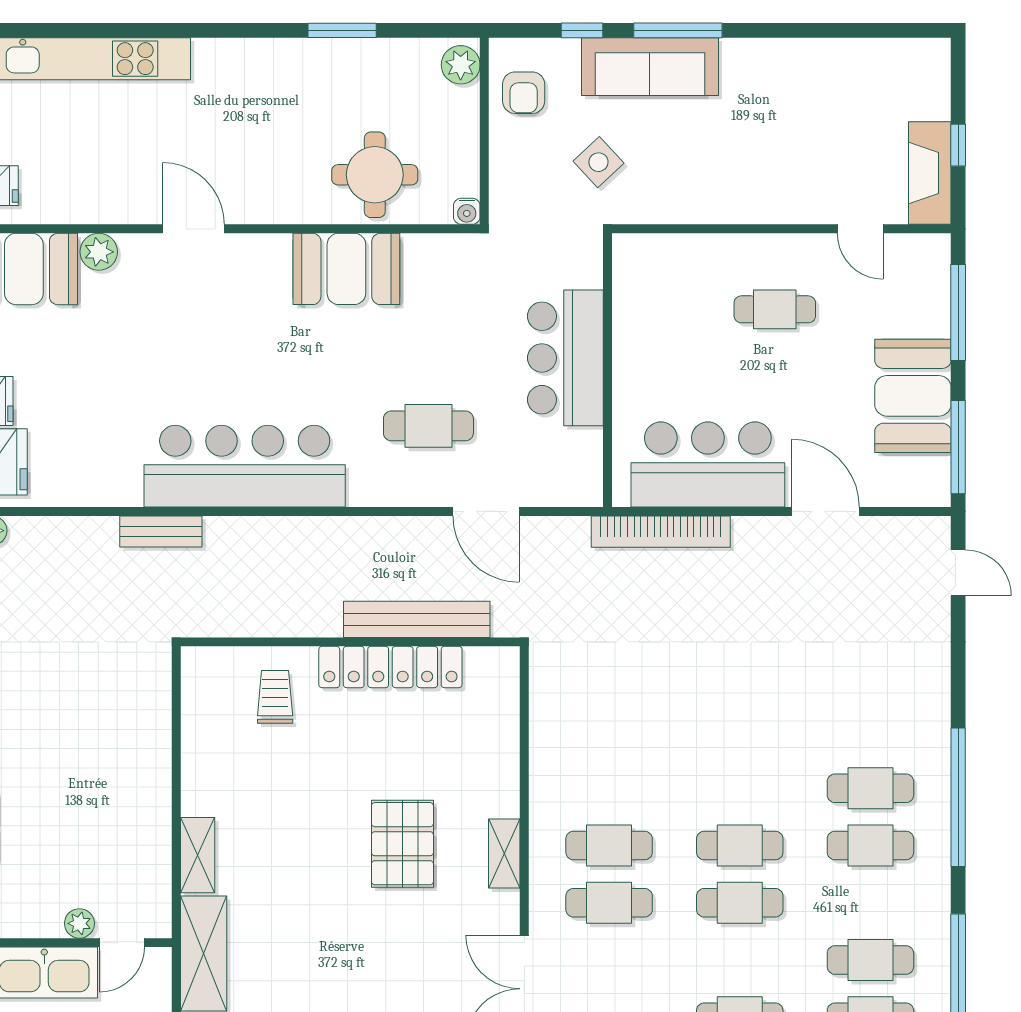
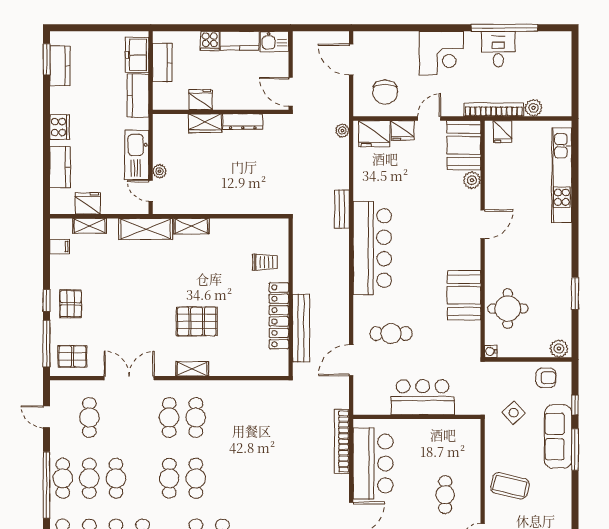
armchair: (524, 93) -> (546, 378), turned 180
coffee table: (756, 170) -> (510, 486), added
cafe table: (428, 426) -> (391, 333), turned 90

